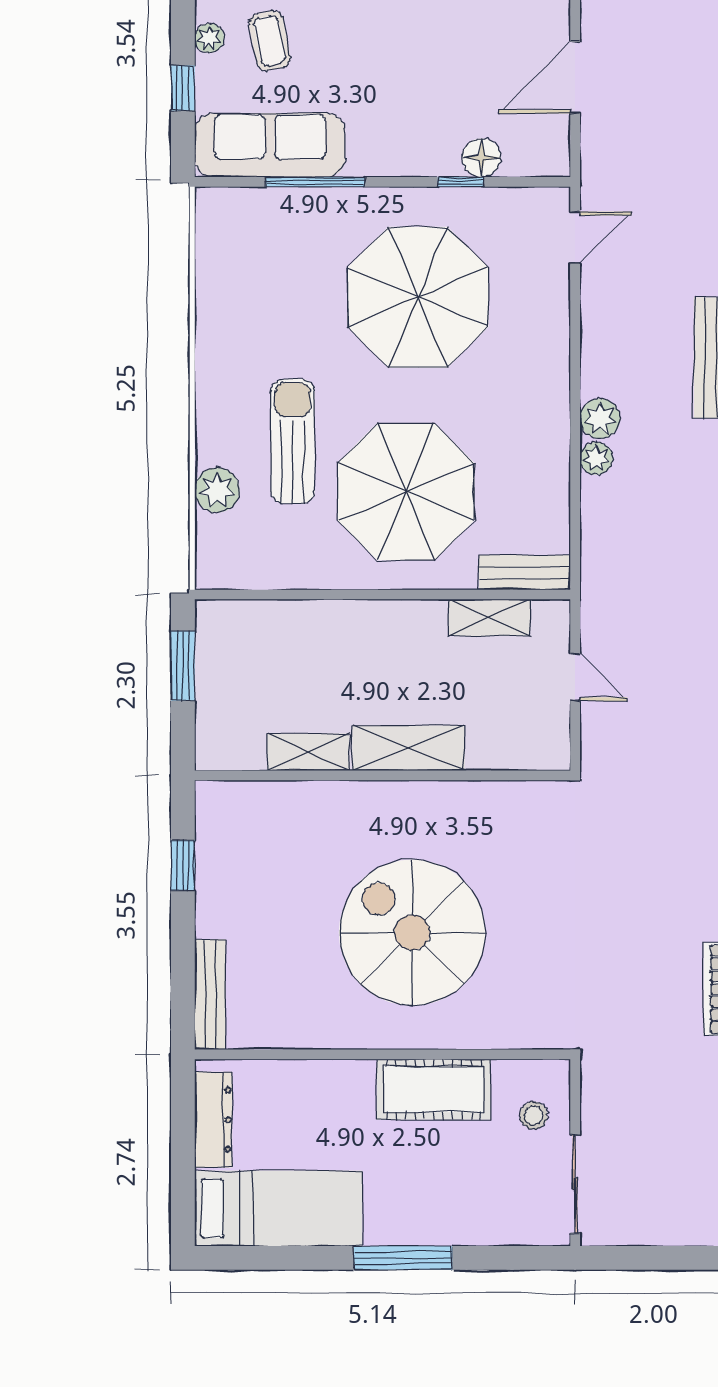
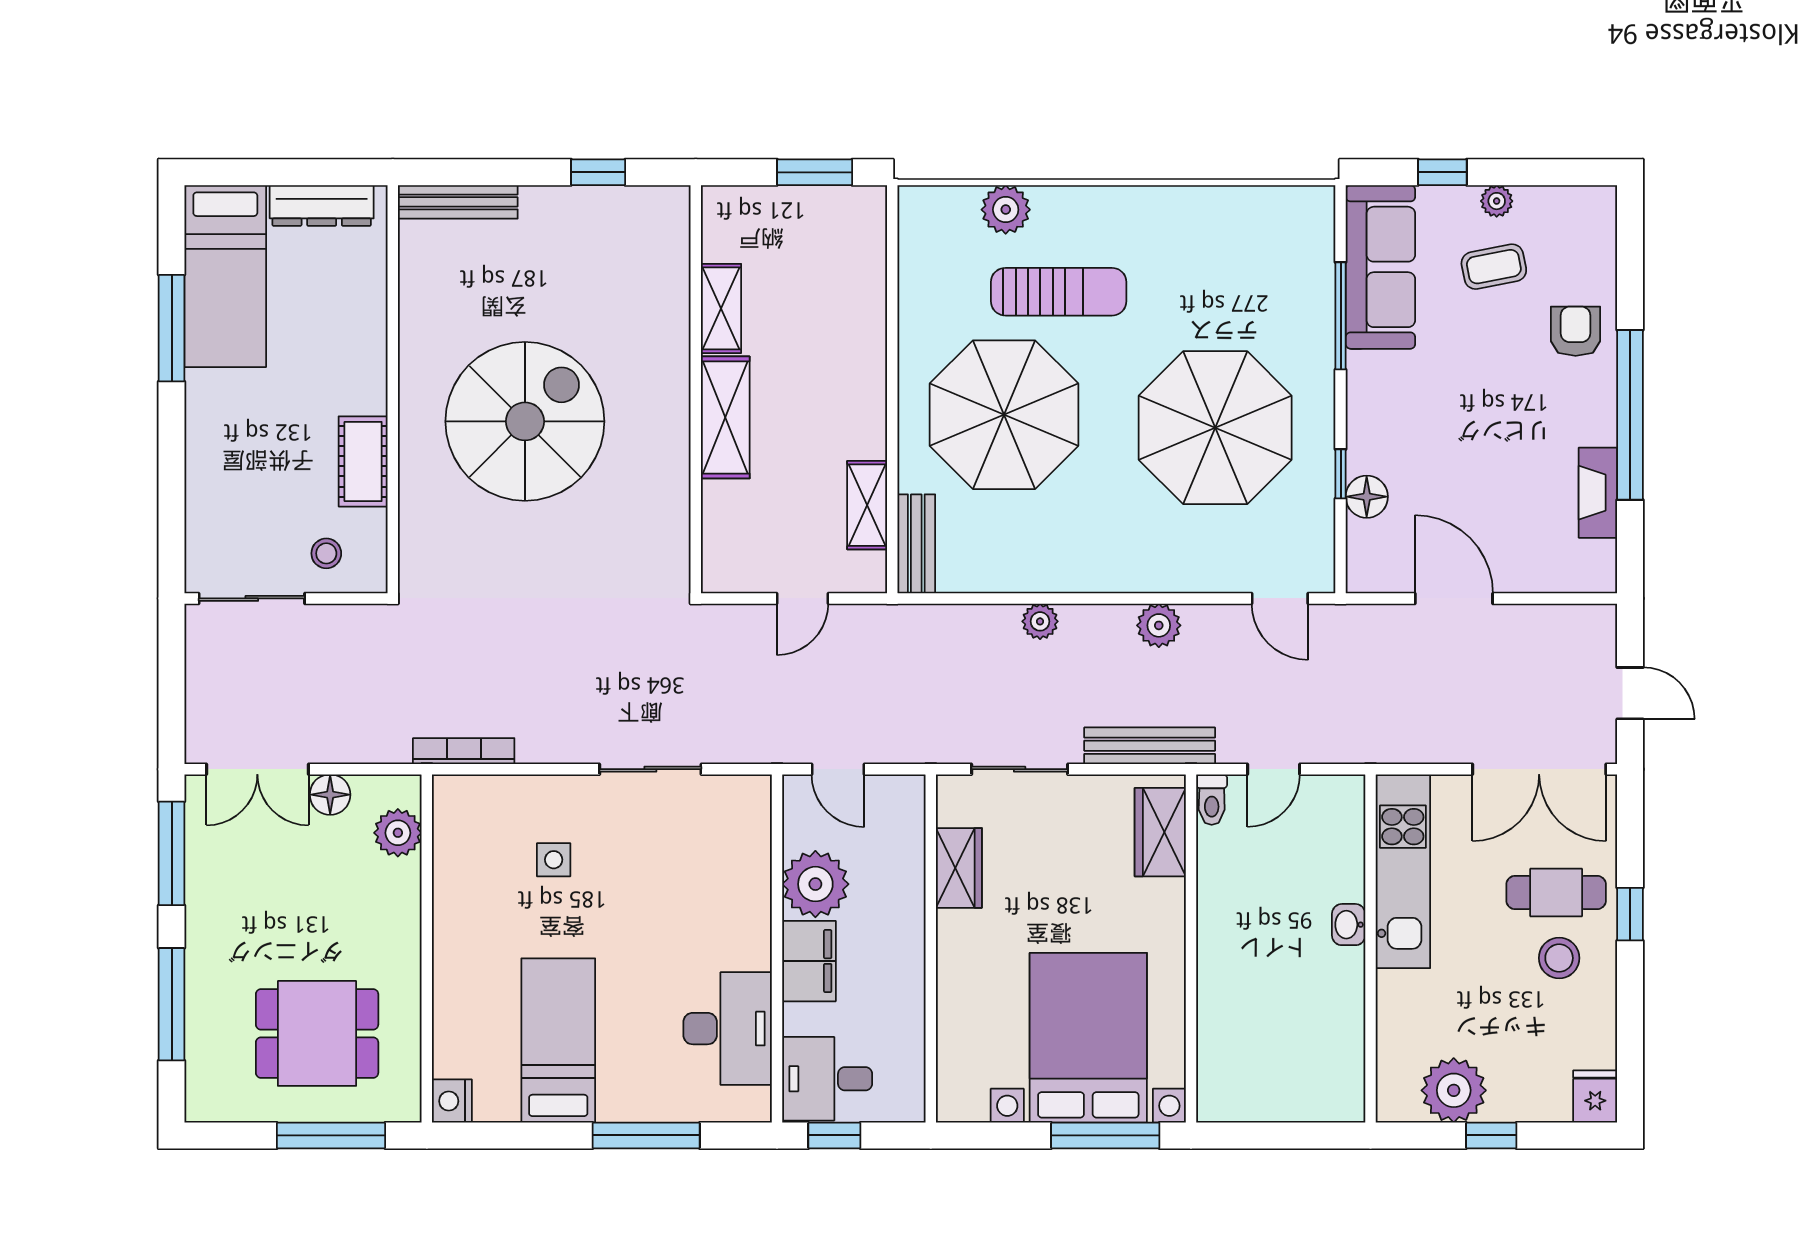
plant: (600, 419) -> (1159, 625), moved
cot: (434, 1089) -> (363, 461), width x0.73, depth x0.75
window: (403, 1258) -> (172, 328), moved

